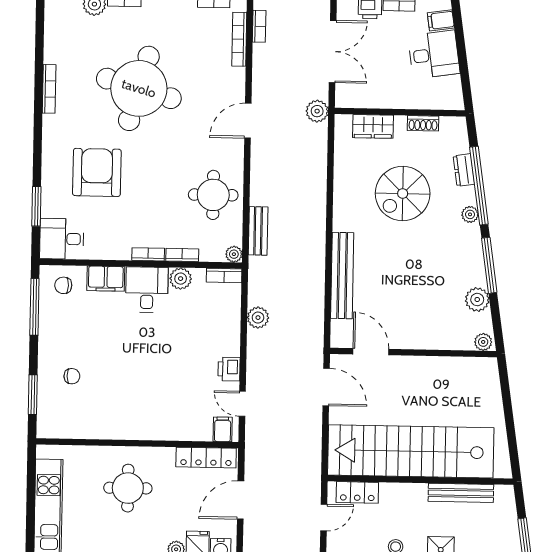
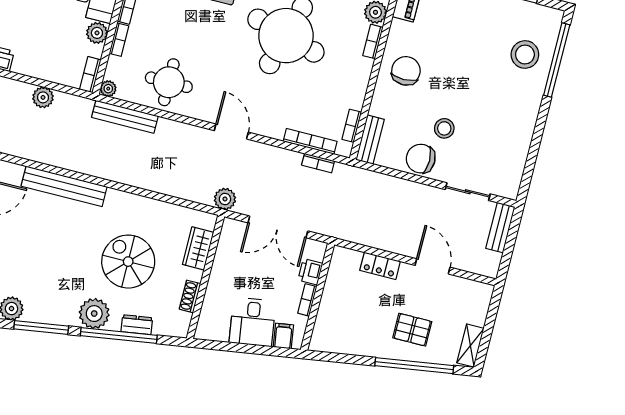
plant: (470, 214) -> (94, 314), width x1.88, depth x1.88
bench: (258, 231) -> (125, 117), width x1.36

